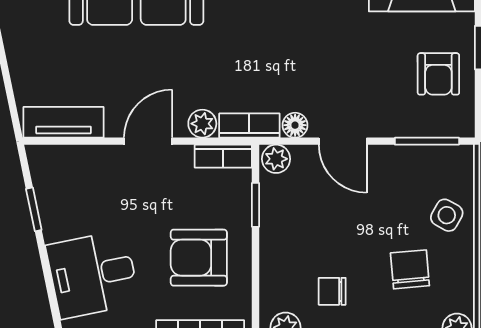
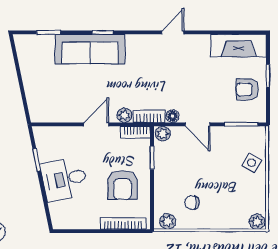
armchair: (438, 74) -> (247, 89), turned 90
tv unit: (63, 122) -> (52, 115), removed
armchair: (199, 258) -> (123, 185), turned -90
chair: (410, 269) -> (232, 191), removed
desk: (93, 274) -> (64, 179), moved

